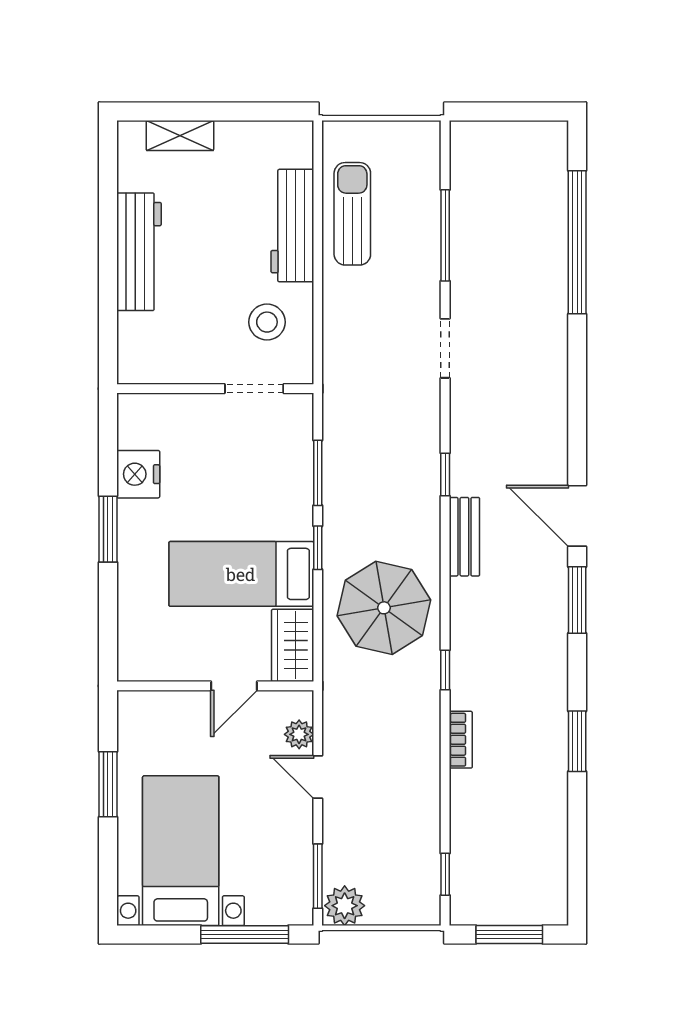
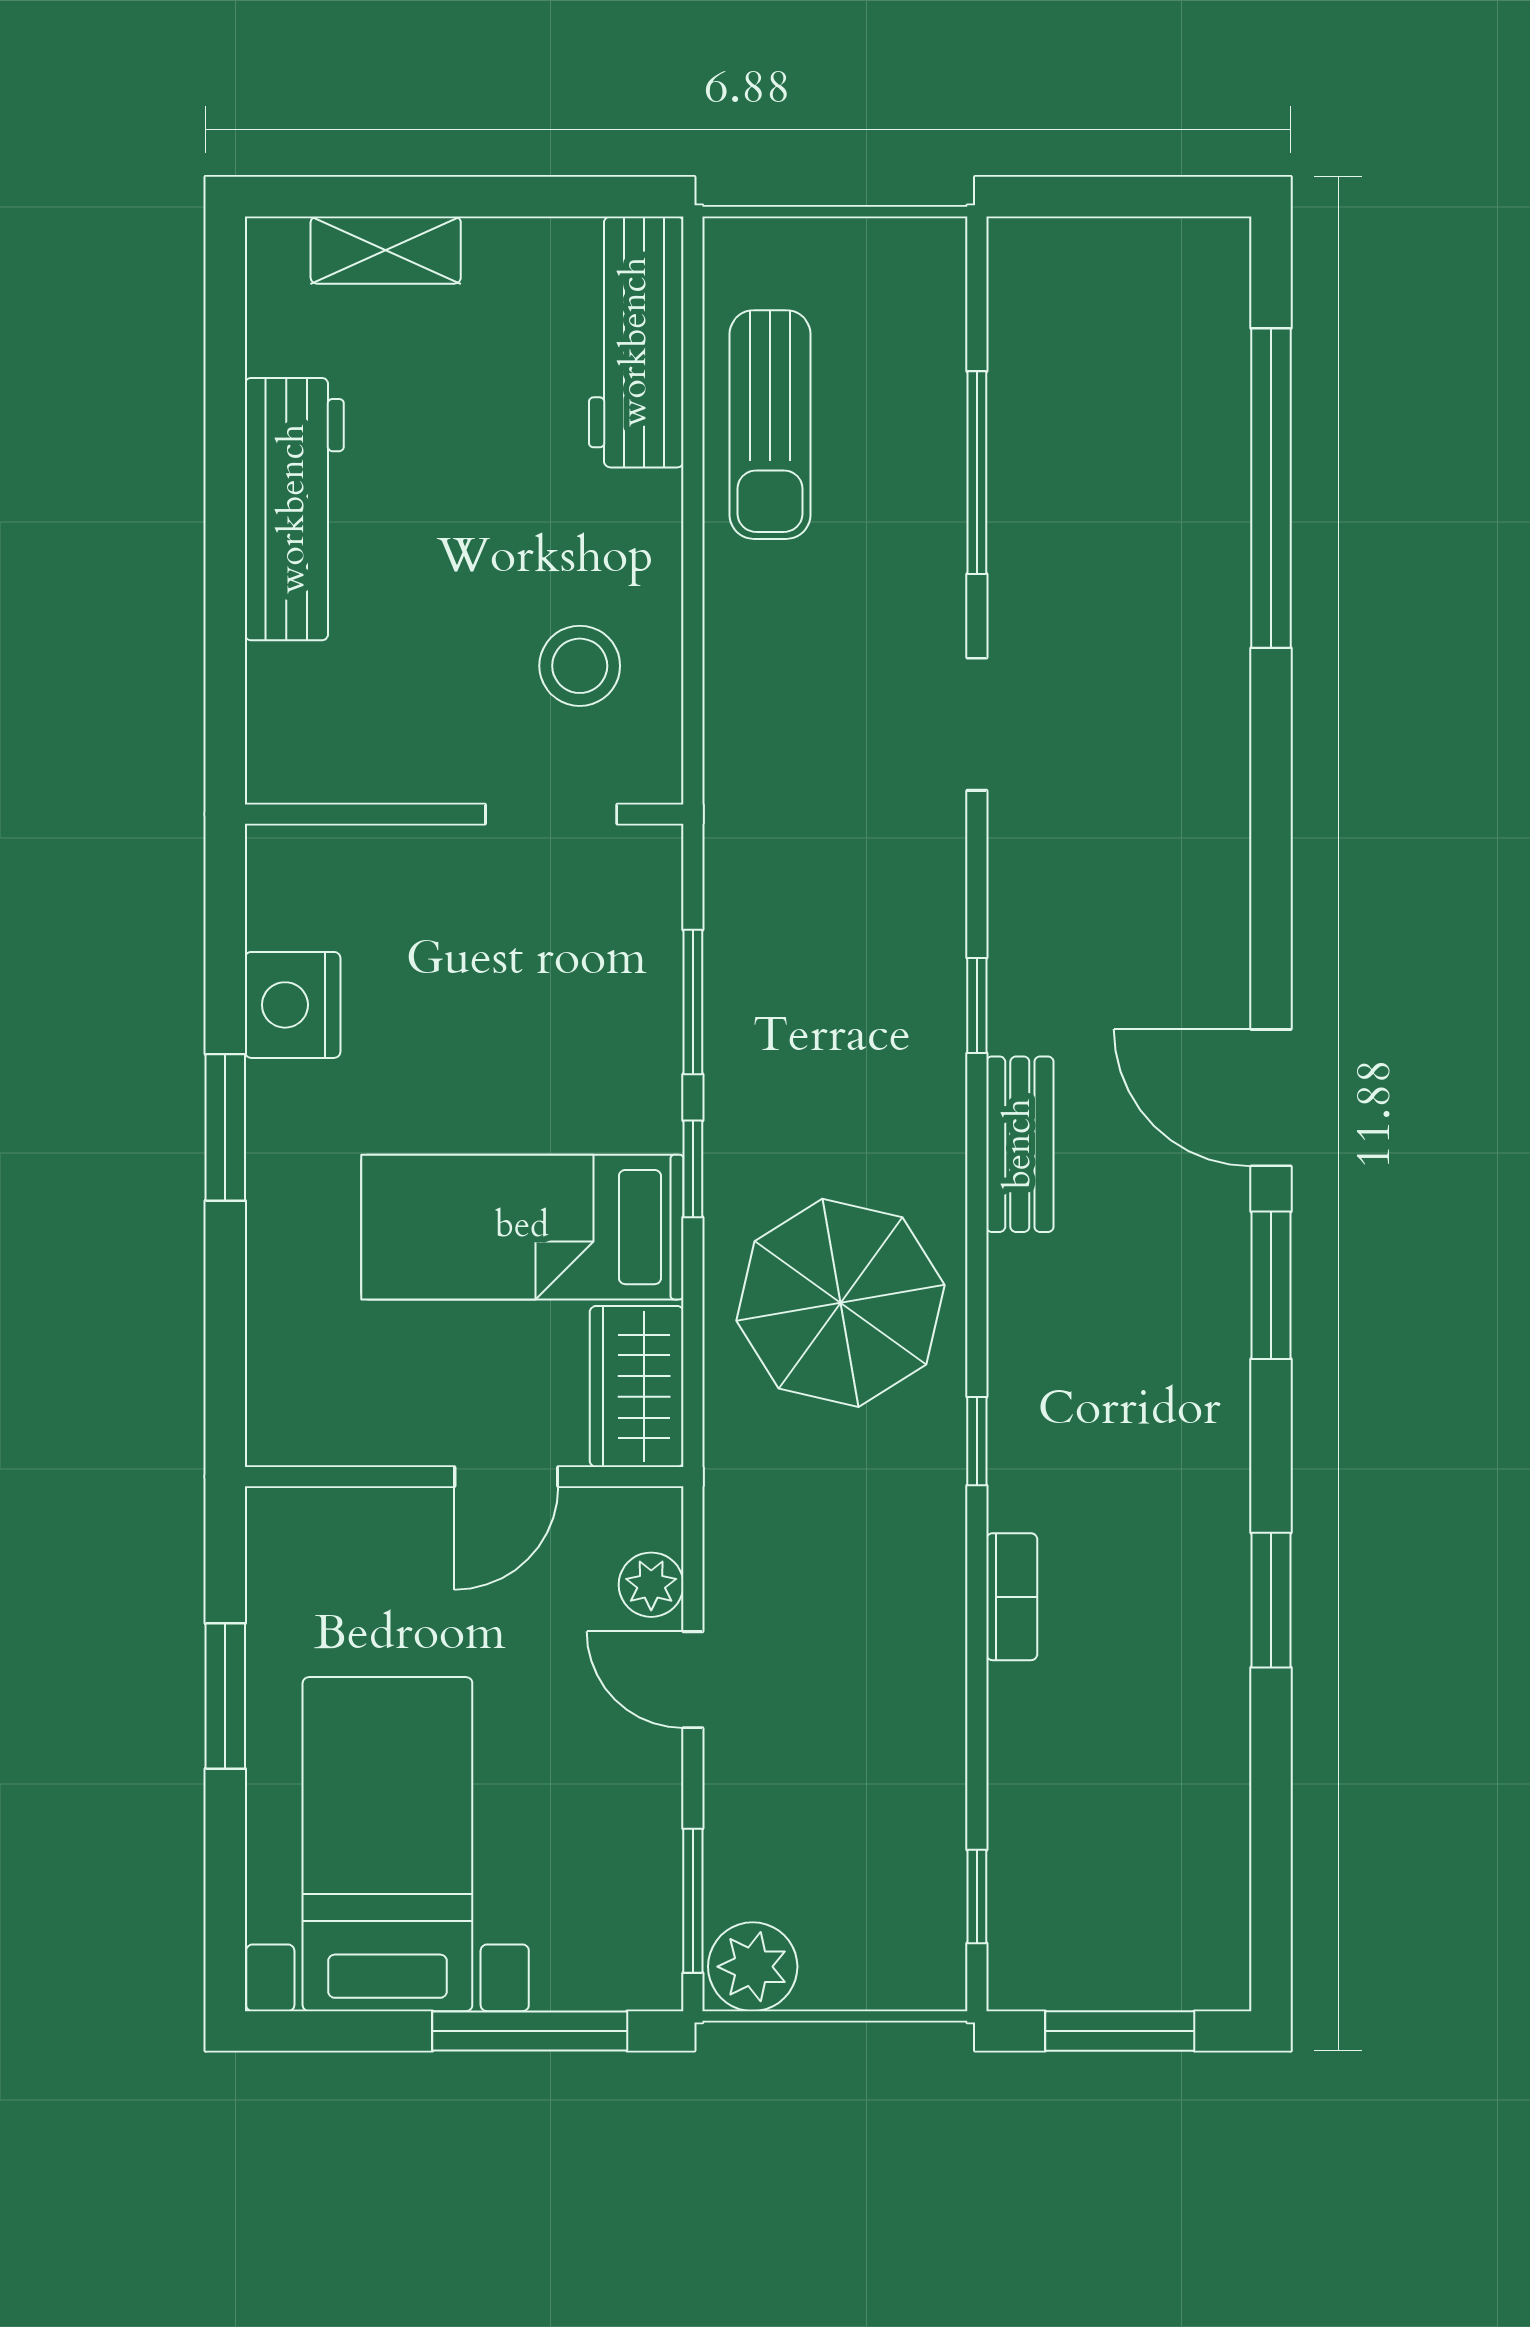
sun lounger: (352, 214) -> (770, 425), turned 180
workbench: (292, 226) -> (636, 342), moved

